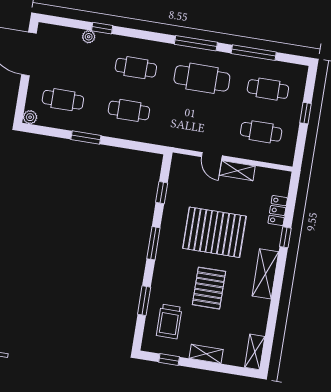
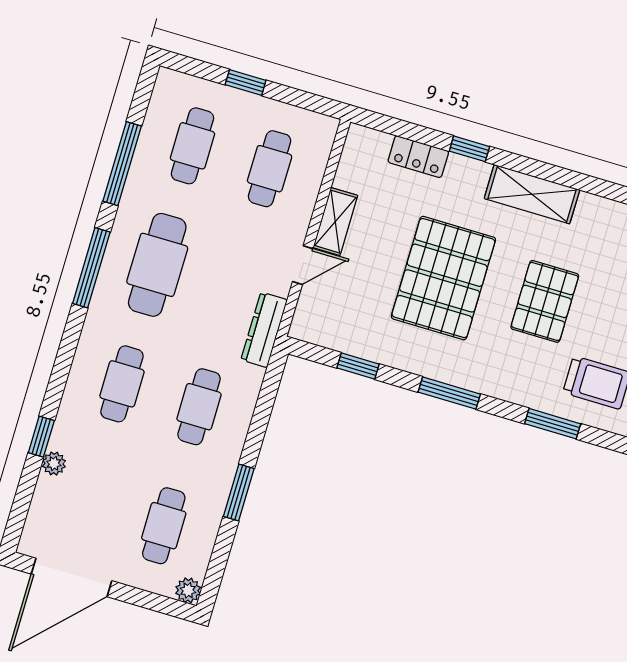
dresser: (175, 140) -> (264, 330), added
pallet: (209, 288) -> (545, 301), turned 90

